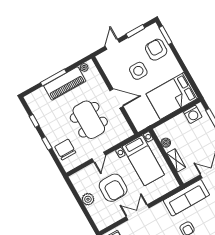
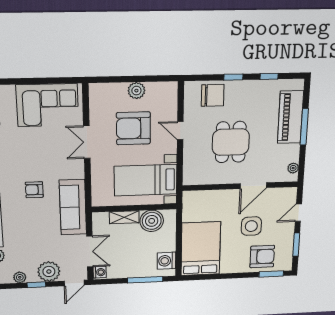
door: (112, 44) -> (298, 213), swing flipped
piano: (65, 83) -> (290, 117), moved
door: (116, 98) -> (253, 186), moved
dining table: (89, 120) -> (231, 142), width x0.73
boiler: (166, 143) -> (152, 221), width x1.86, depth x1.86
double door: (138, 212) -> (87, 142), swing flipped

